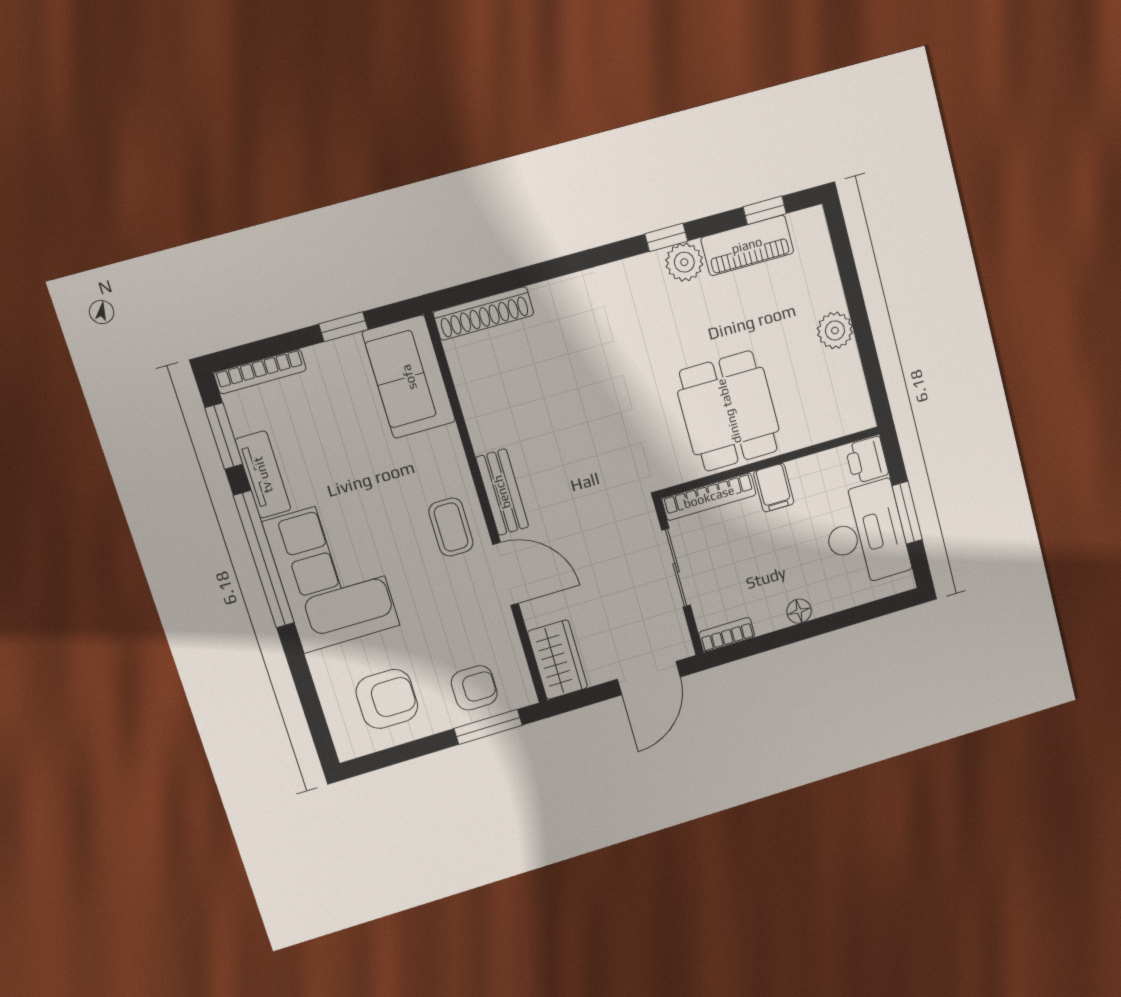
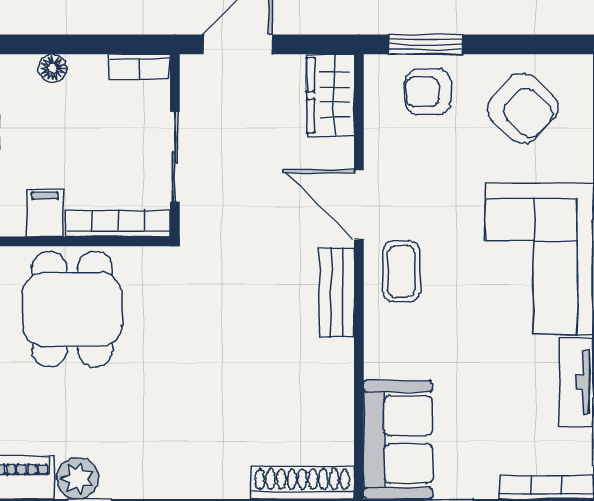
armchair: (387, 699) -> (523, 108), turned -138

